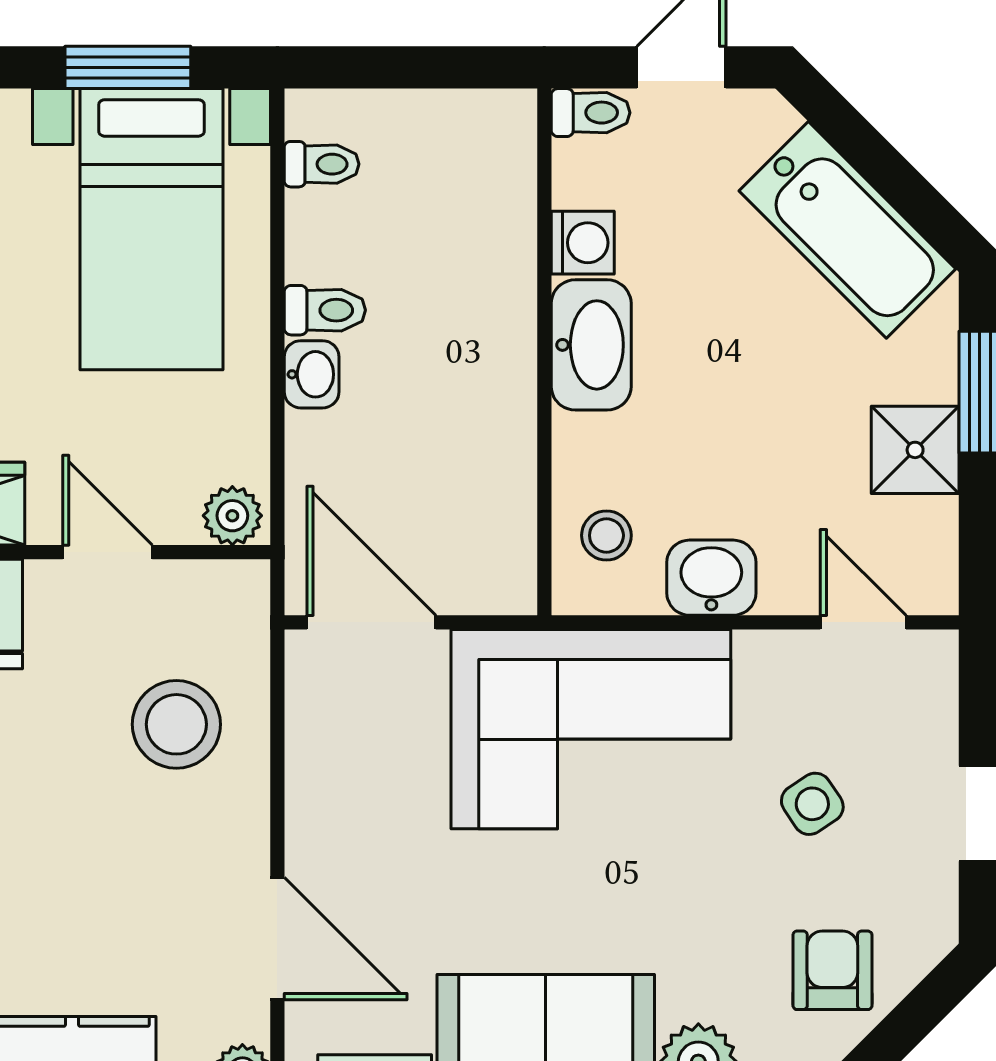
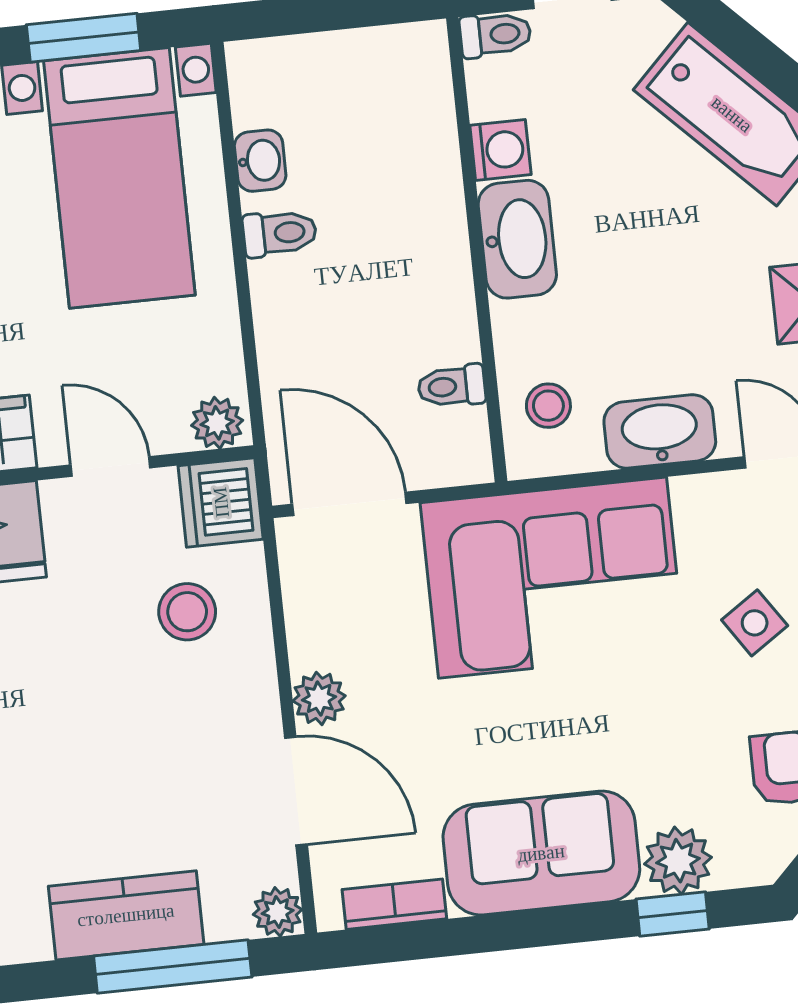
toilet: (322, 164) -> (452, 386), moved, turned 180
washbasin: (312, 374) -> (260, 161), moved
washbasin: (711, 578) -> (660, 431), width x1.38
dishwasher: (227, 606) -> (221, 502), added
stool: (176, 724) -> (187, 612), width x0.73, depth x0.73
plant: (314, 837) -> (319, 698), added

